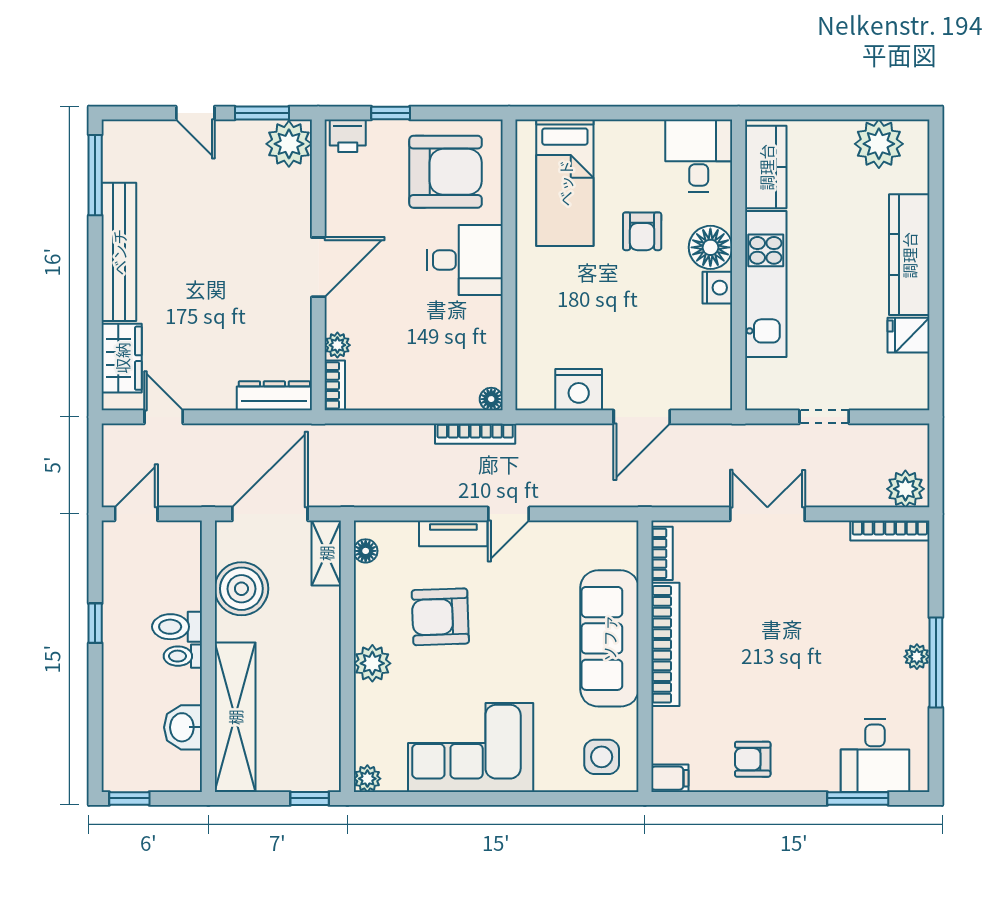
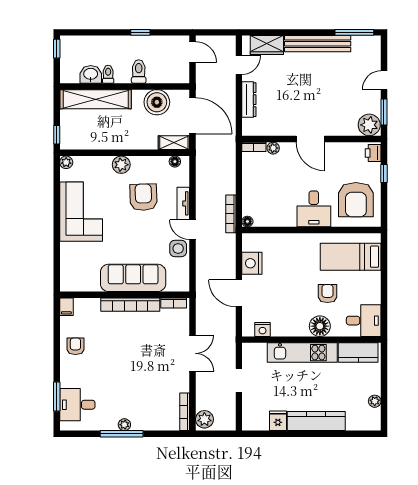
plant: (879, 144) -> (375, 401), width x0.53, depth x0.53
armchair: (642, 231) -> (327, 294), turned 90
nightstand: (717, 288) -> (263, 329), moved
dresser: (274, 396) -> (249, 100), moved
toilet: (183, 656) -> (108, 74), moved
side table: (602, 757) -> (178, 248), moved

